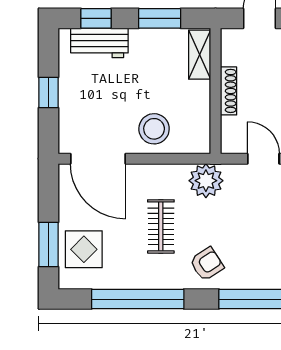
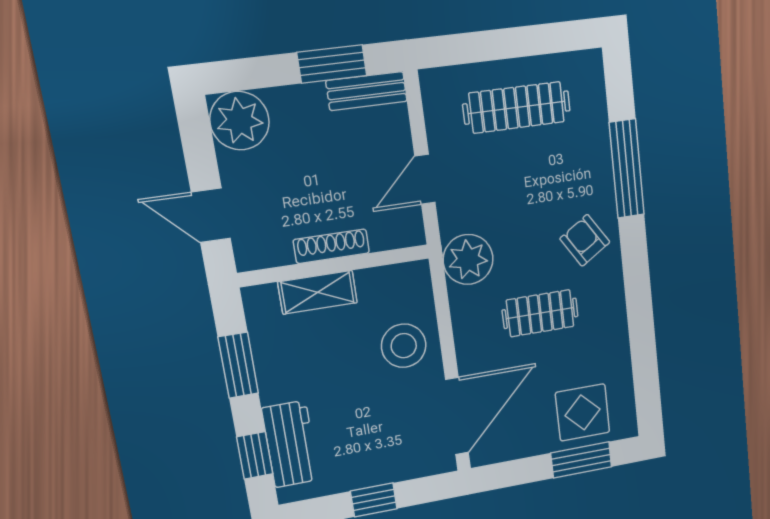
shelving: (200, 55) -> (318, 292), moved
window: (138, 299) -> (641, 328), removed

